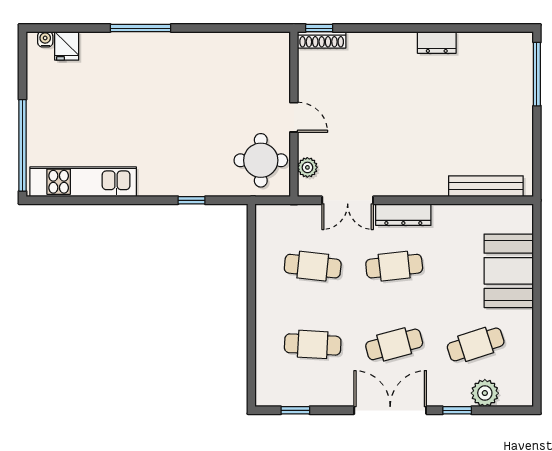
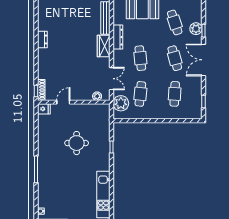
fridge: (67, 46) -> (44, 109), moved
door: (294, 117) -> (63, 102), moved
round table: (261, 160) -> (77, 143), moved
wardrobe: (422, 182) -> (104, 46), added
dresser: (403, 215) -> (118, 37), moved
plant: (291, 222) -> (121, 103), added
plant: (485, 393) -> (196, 29), moved

